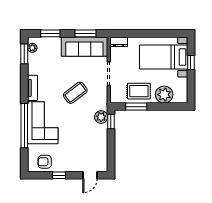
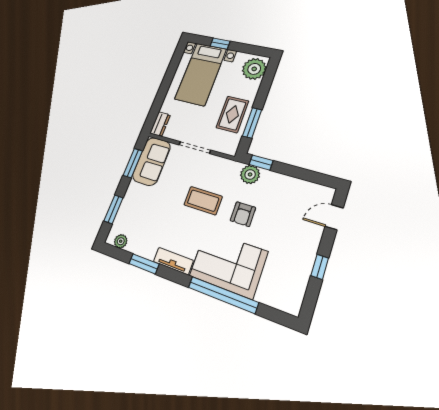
sofa: (84, 47) -> (151, 161), width x0.73
window: (24, 54) -> (144, 264), moved
coffee table: (75, 93) -> (203, 201), turned -53
plant: (164, 95) -> (254, 69), moved
armchair: (45, 162) -> (243, 214), moved
door: (90, 175) -> (334, 217), swing flipped

